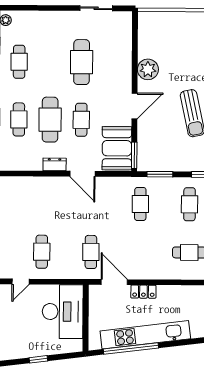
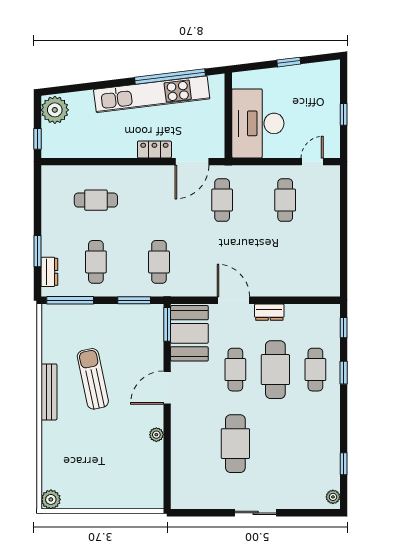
sliding door: (96, 8) -> (256, 513), moved
cafe table: (19, 62) -> (315, 444), removed
plant: (148, 69) -> (156, 435), width x0.53, depth x0.53
door: (114, 282) -> (192, 162), hinge flipped

